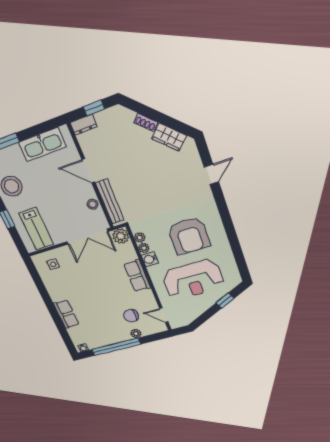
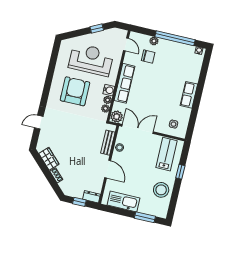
bench: (110, 201) -> (108, 143), width x0.73
row of seats: (137, 276) -> (125, 83), width x1.48
window: (225, 301) -> (97, 28), moved
row of seats: (66, 314) -> (189, 95), moved

